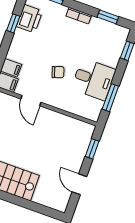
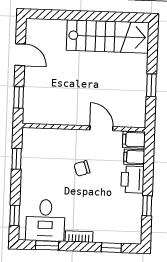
printer: (29, 19) -> (133, 179), moved
desk: (93, 79) -> (45, 220), moved, turned -90
window: (110, 98) -> (17, 159), width x0.67

